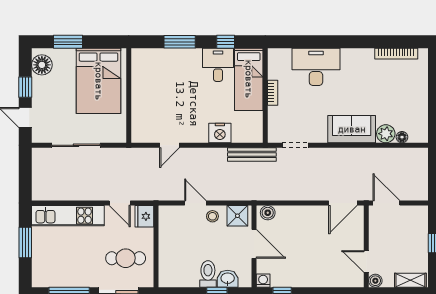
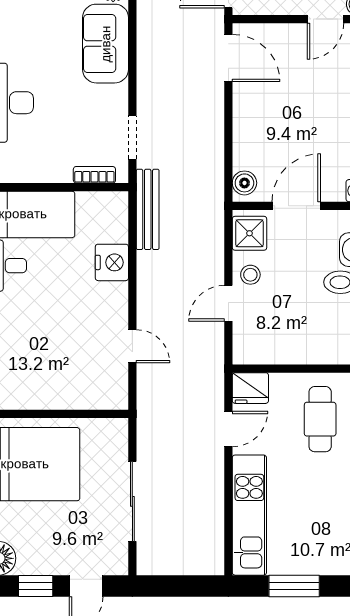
bookcase: (273, 93) -> (94, 175), moved

